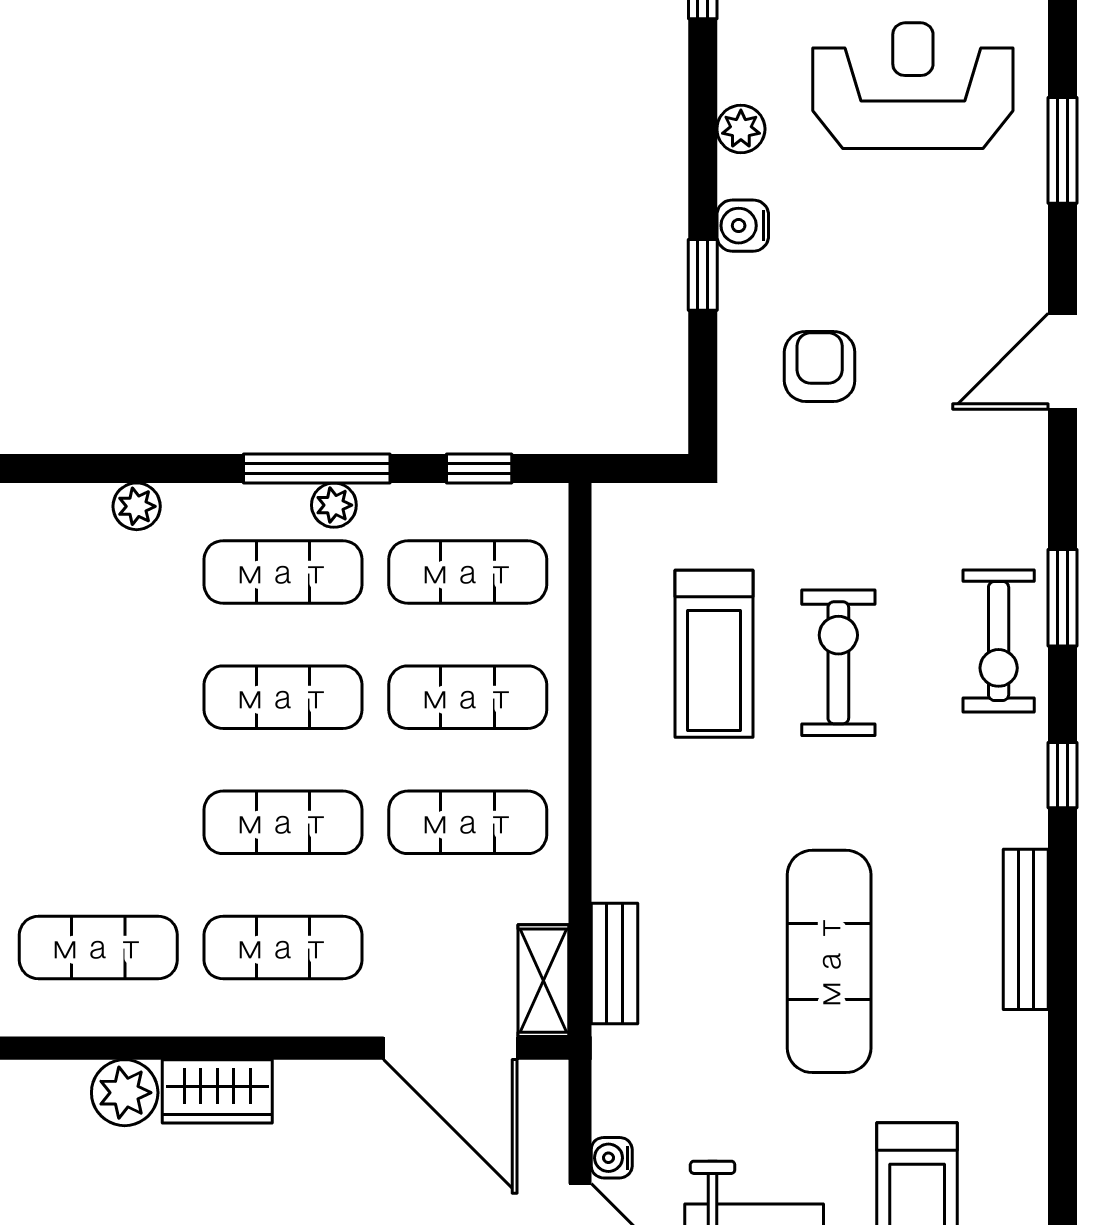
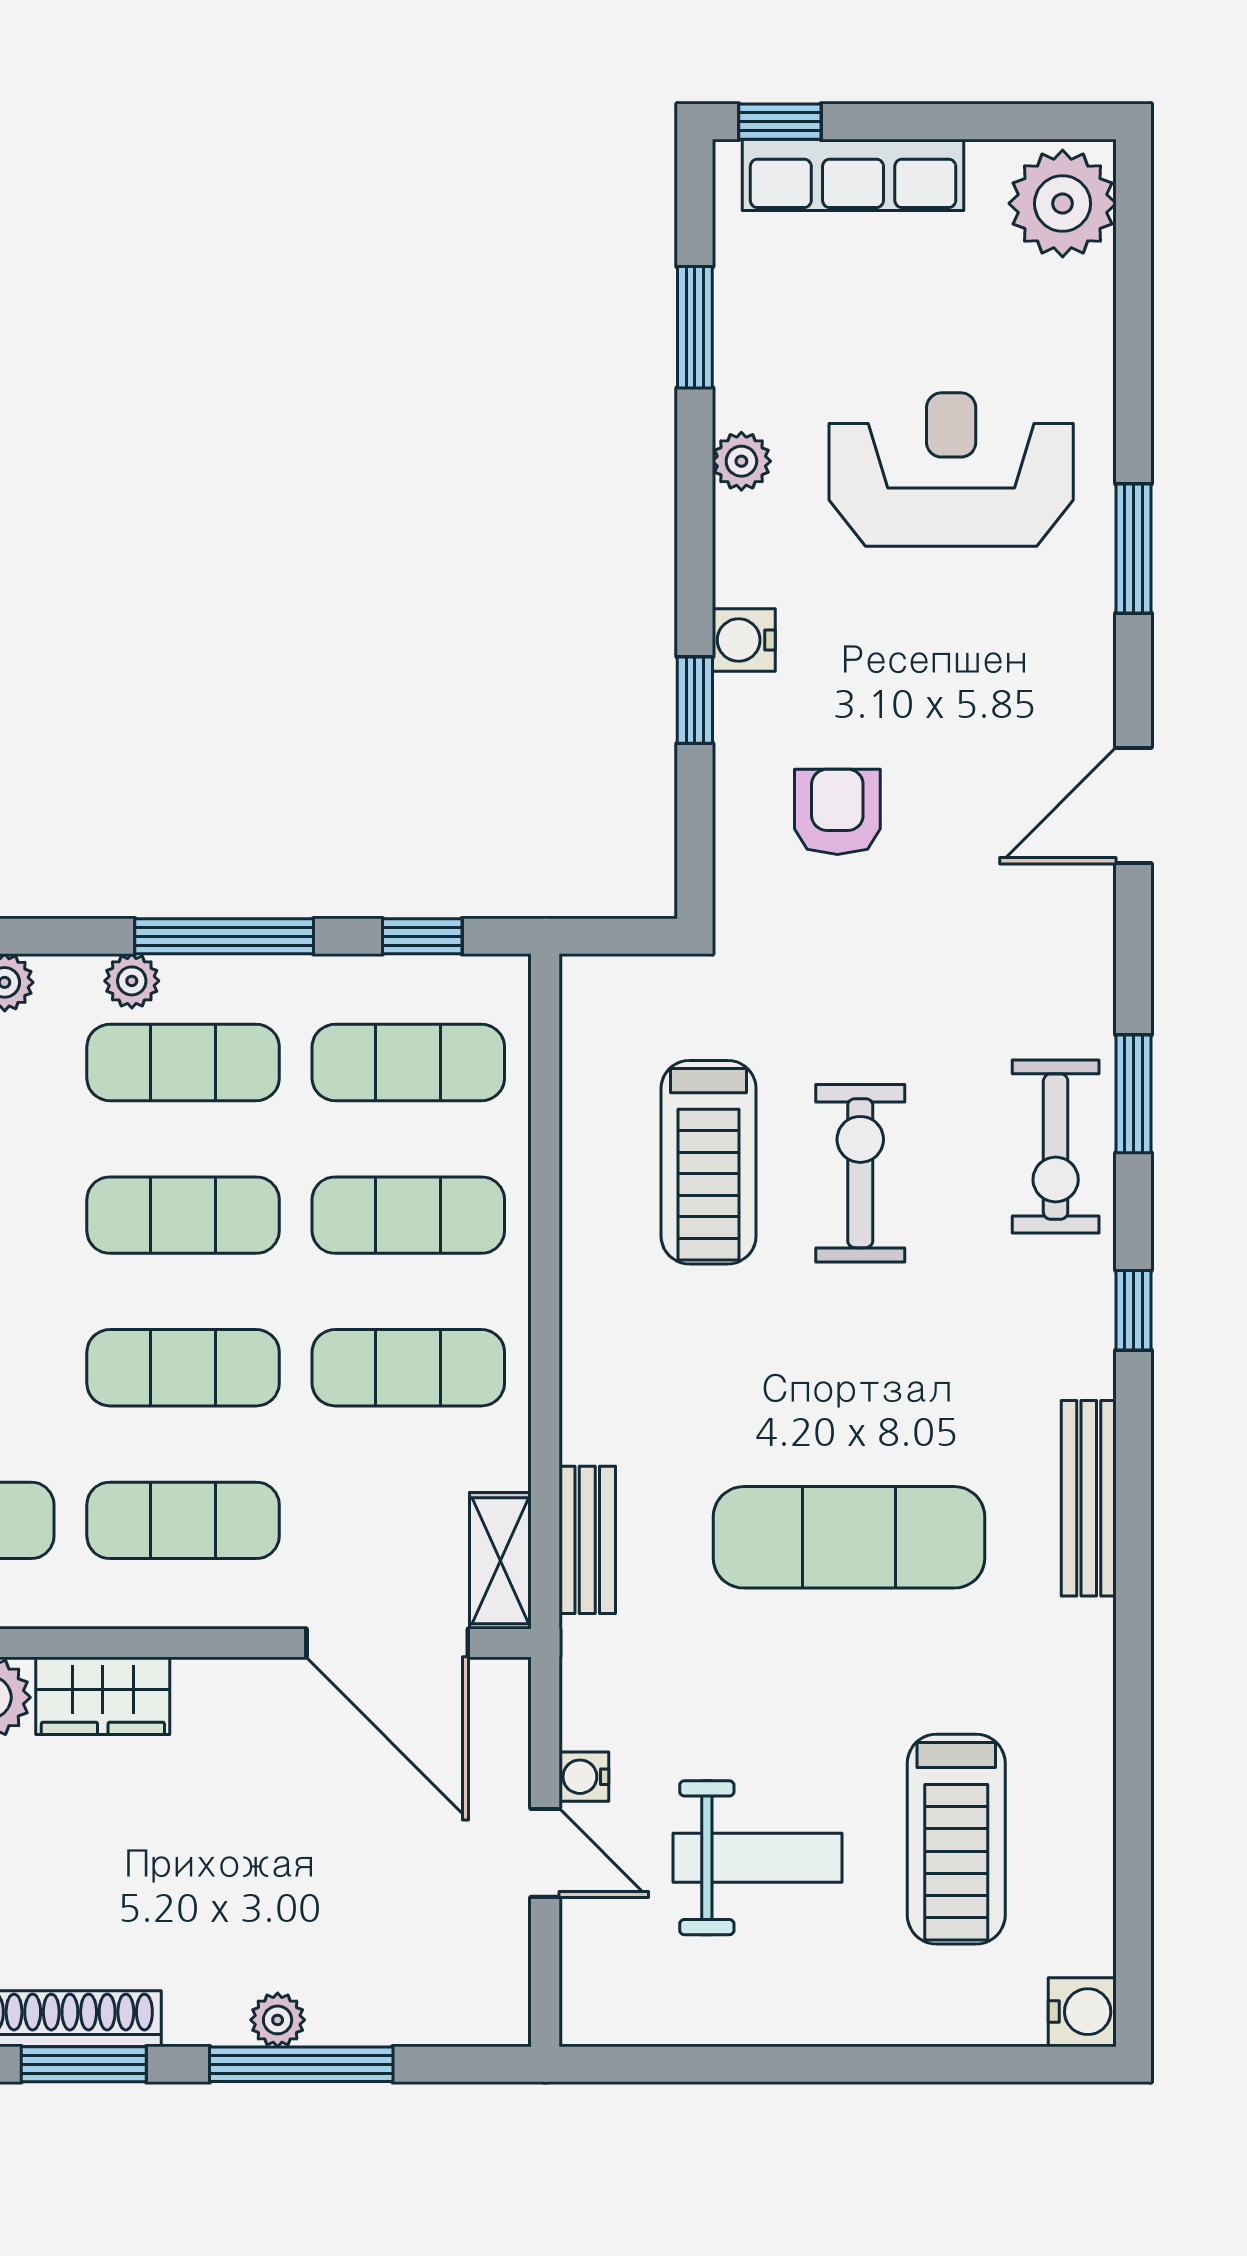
plant: (741, 129) -> (741, 461), moved
plant: (334, 505) -> (132, 981), moved
exercise mat: (829, 961) -> (849, 1537), turned 90

